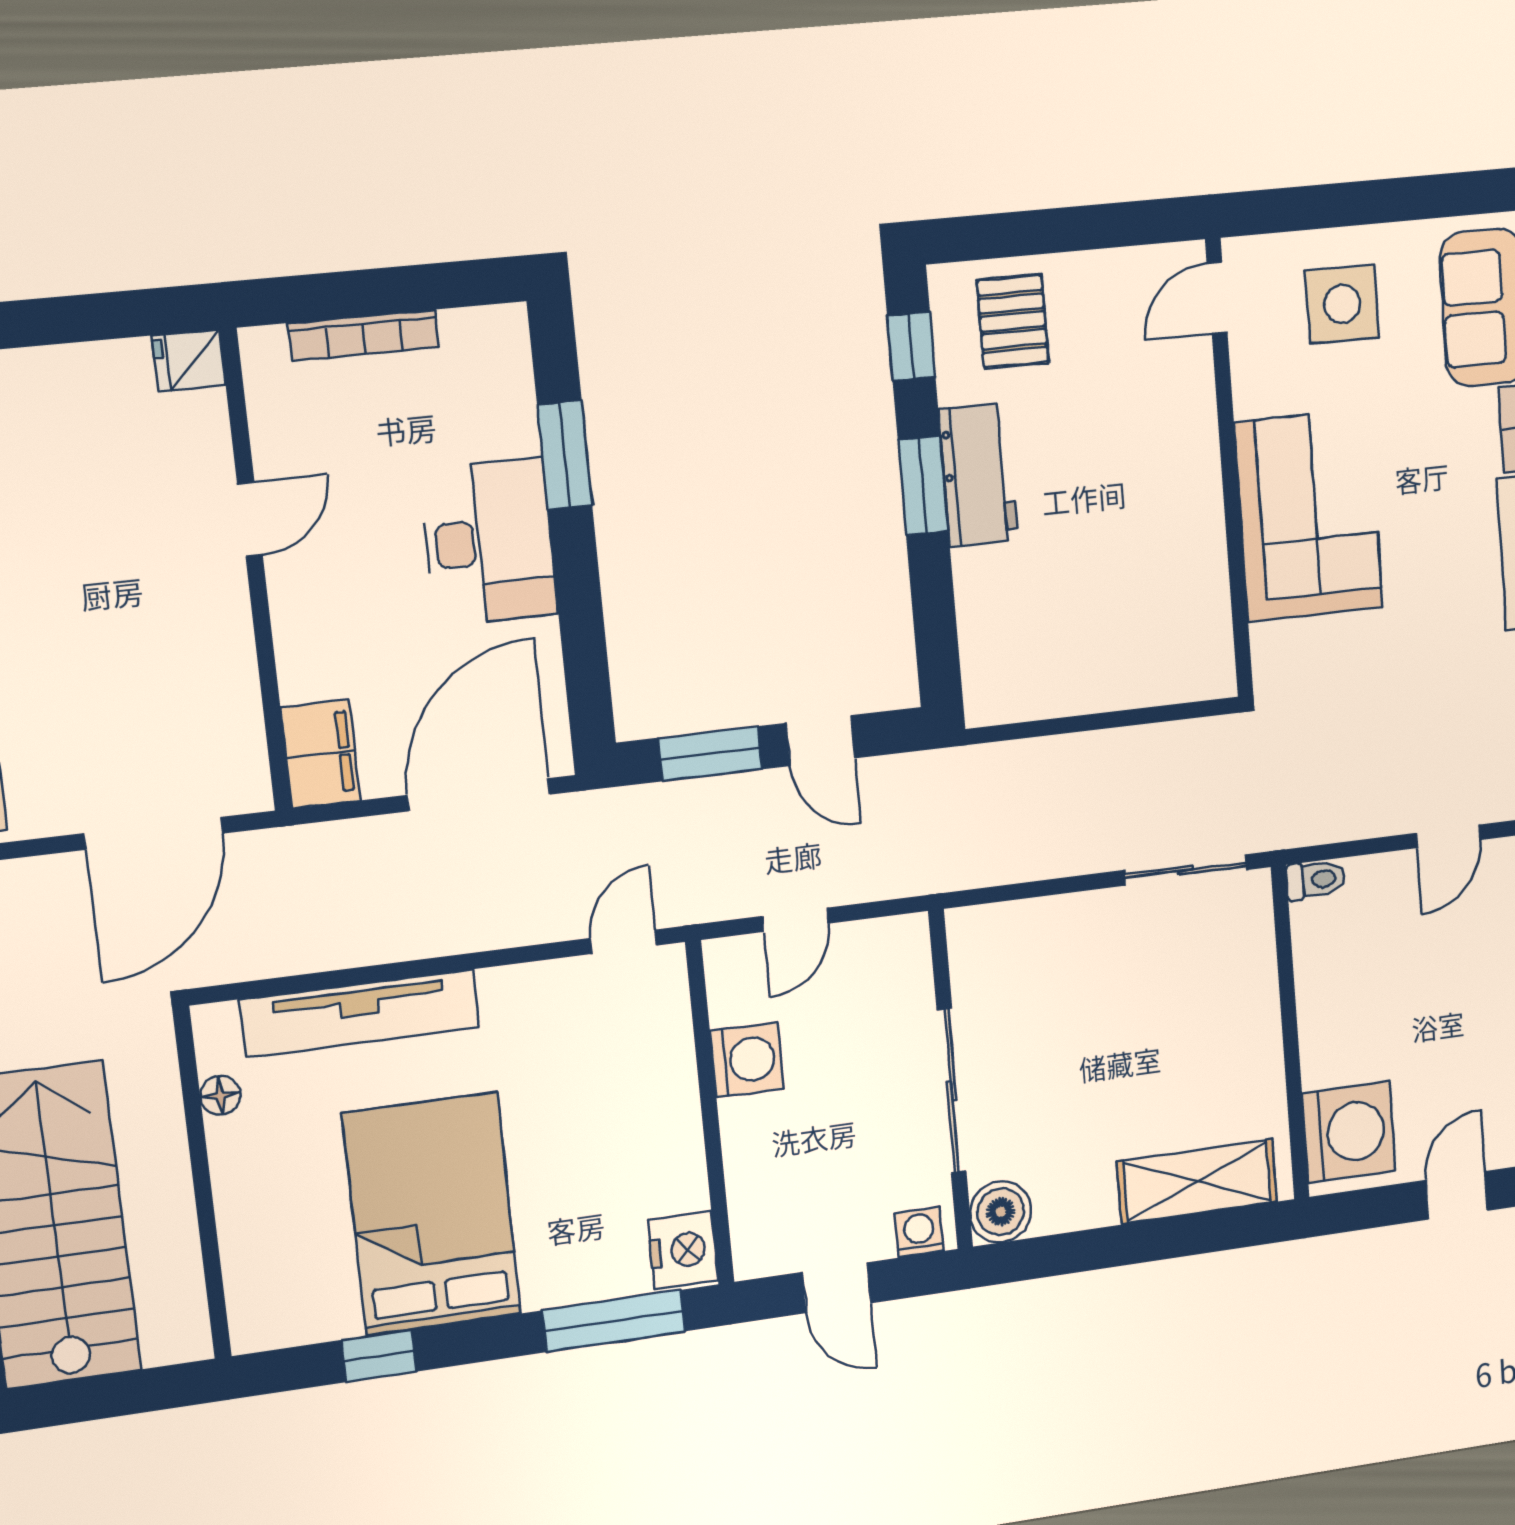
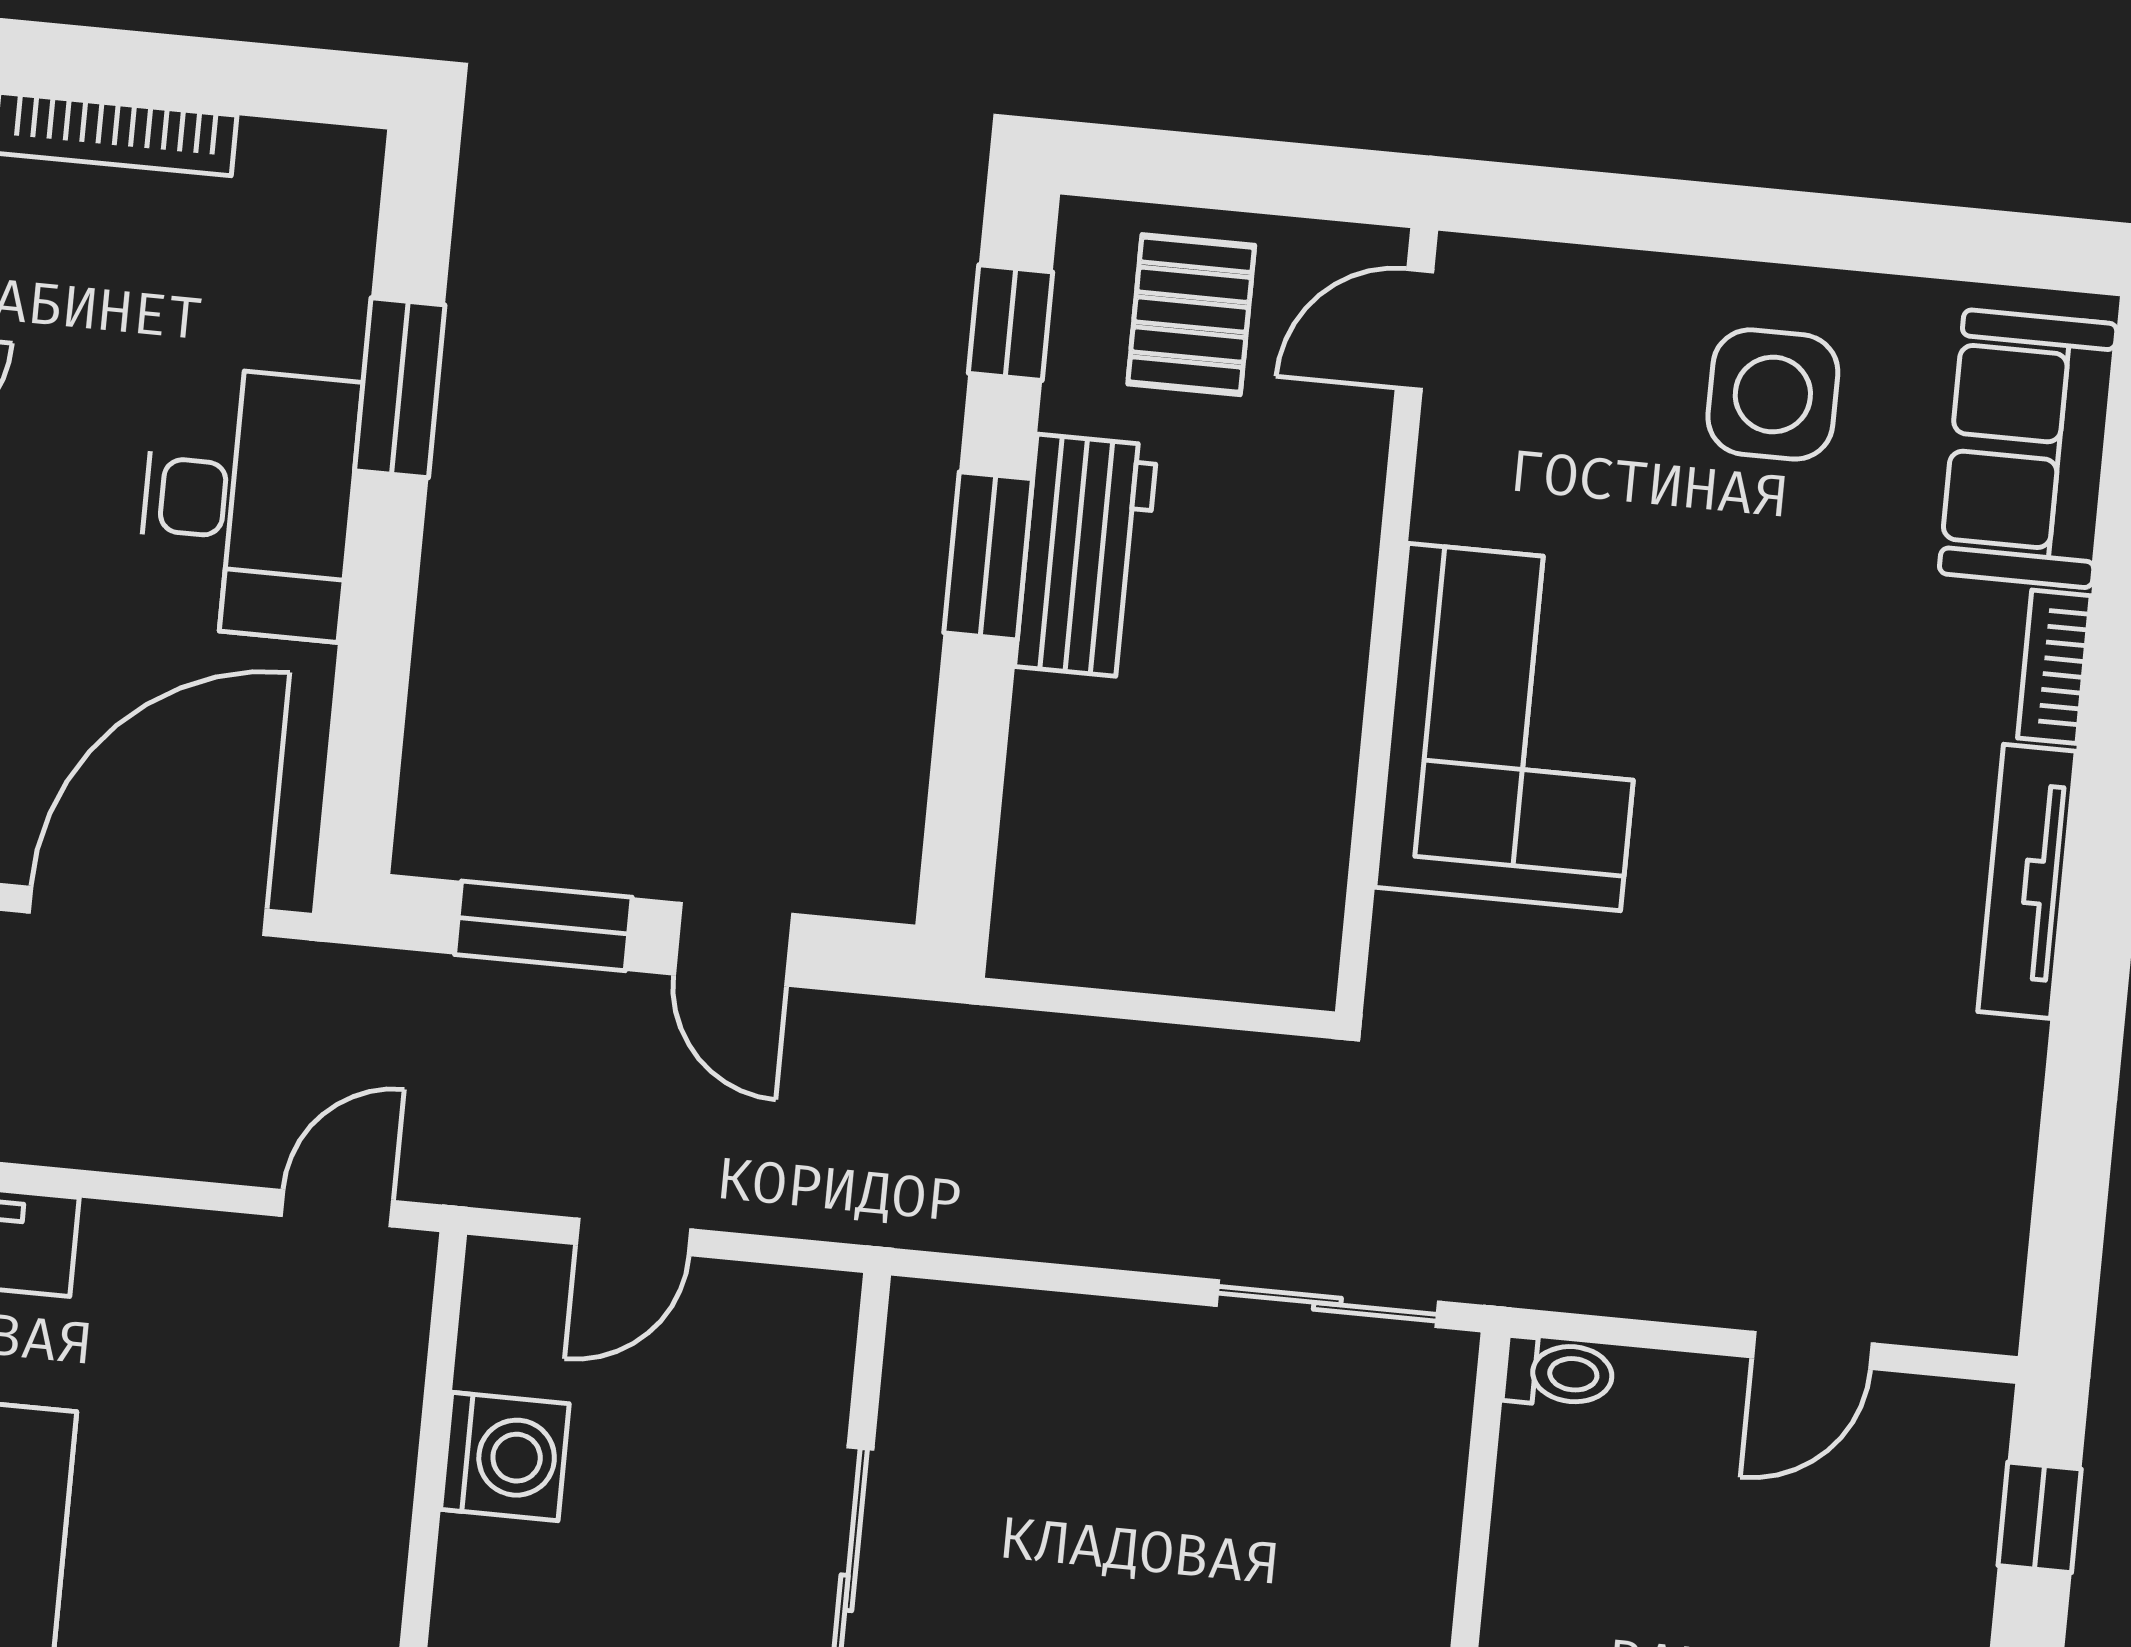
door: (1217, 298) -> (1415, 330), moved
wall: (1229, 469) -> (1386, 621), moved
corner sofa: (1309, 515) -> (1514, 727), moved

